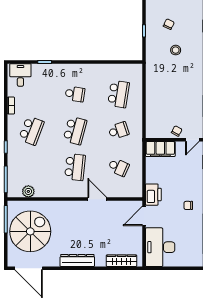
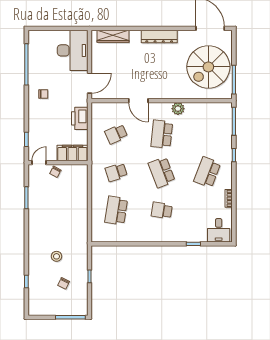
school desk: (75, 131) -> (162, 172), turned -36
school desk: (119, 167) -> (116, 134), turned -48
plant: (28, 191) -> (178, 109), moved
printer: (153, 195) -> (80, 118), moved

